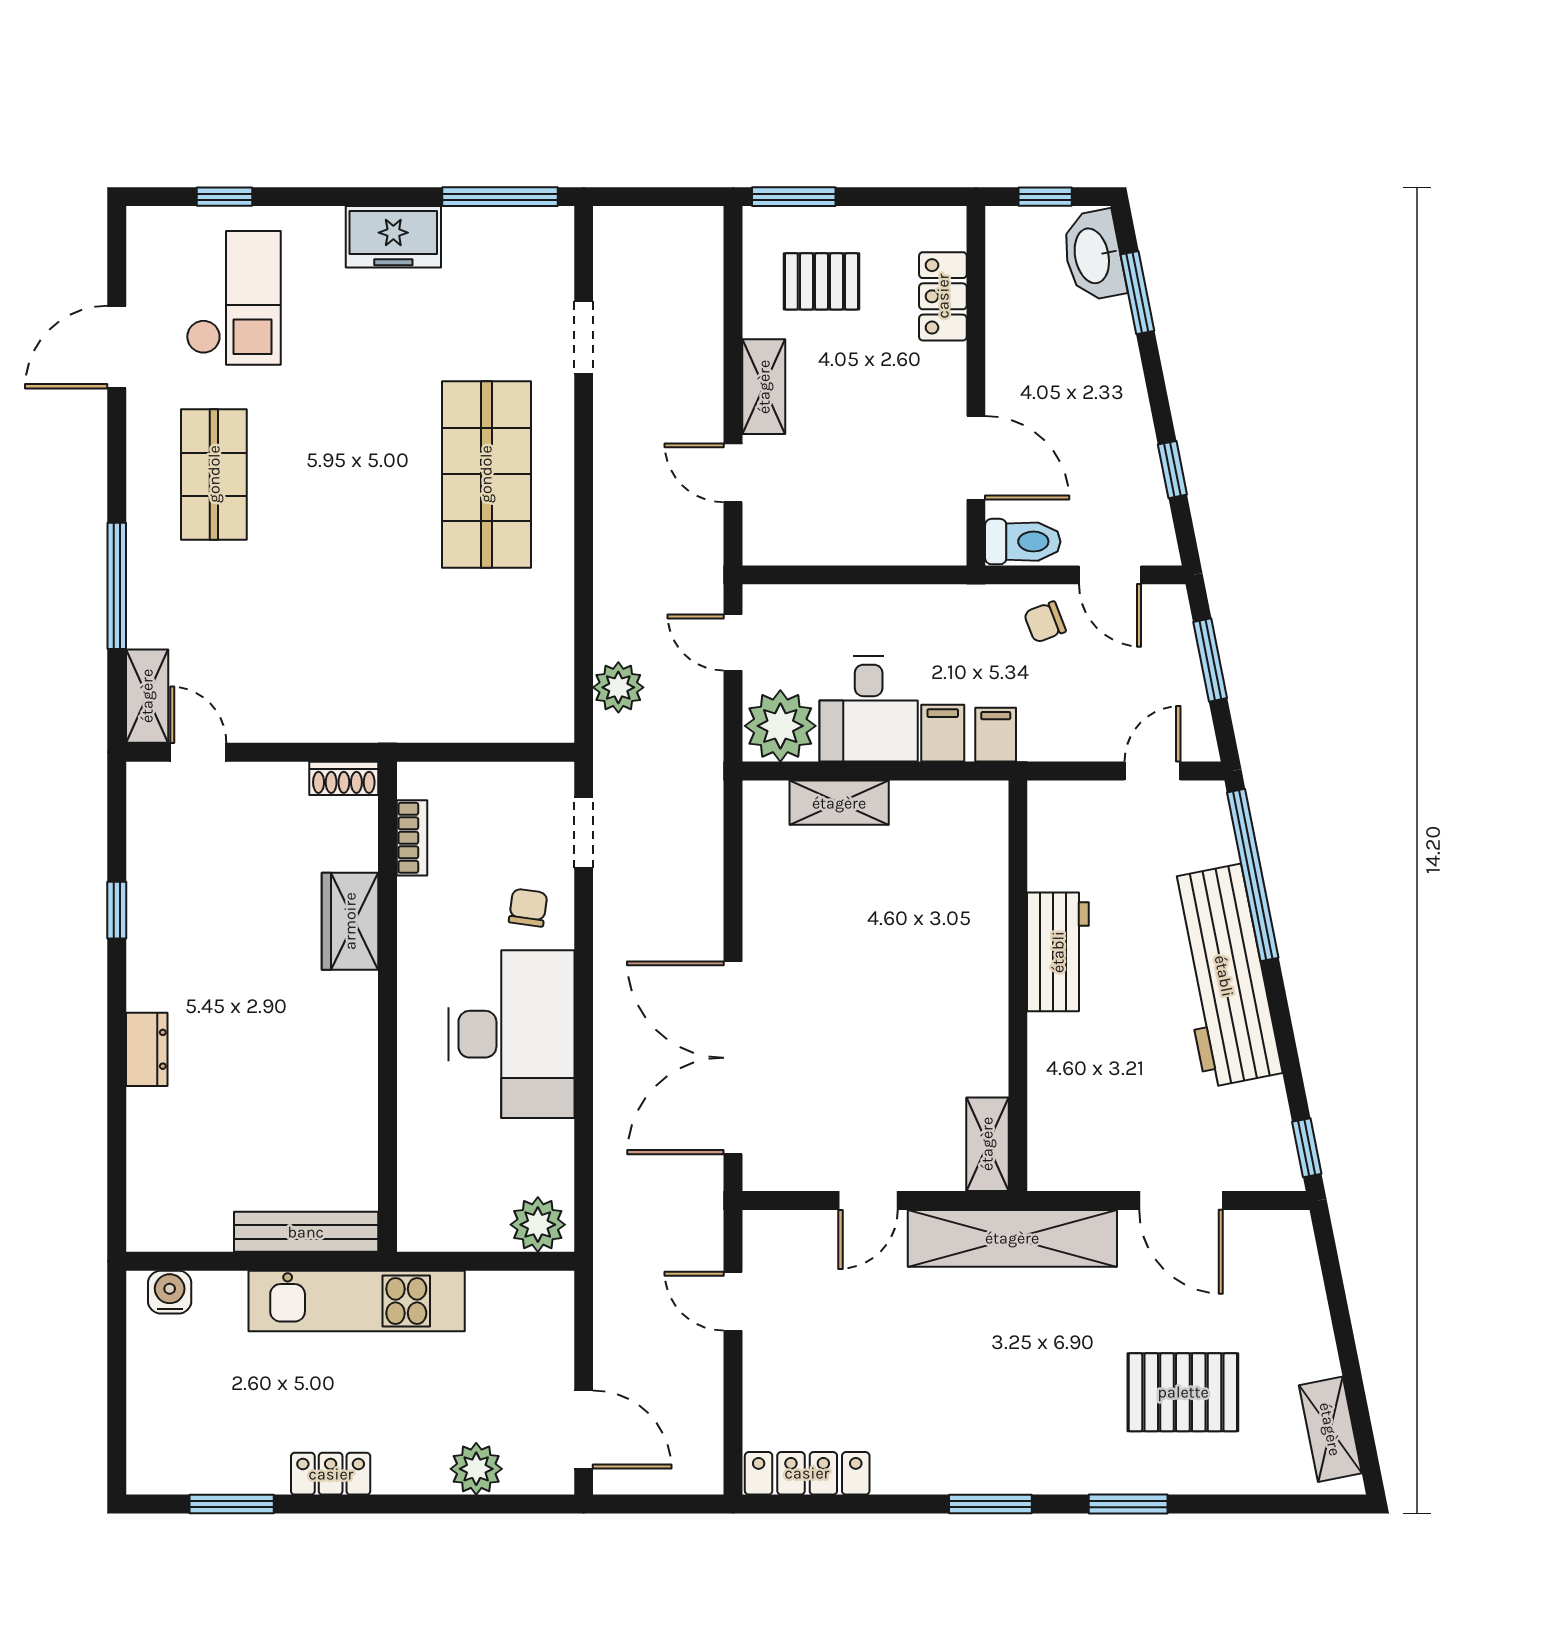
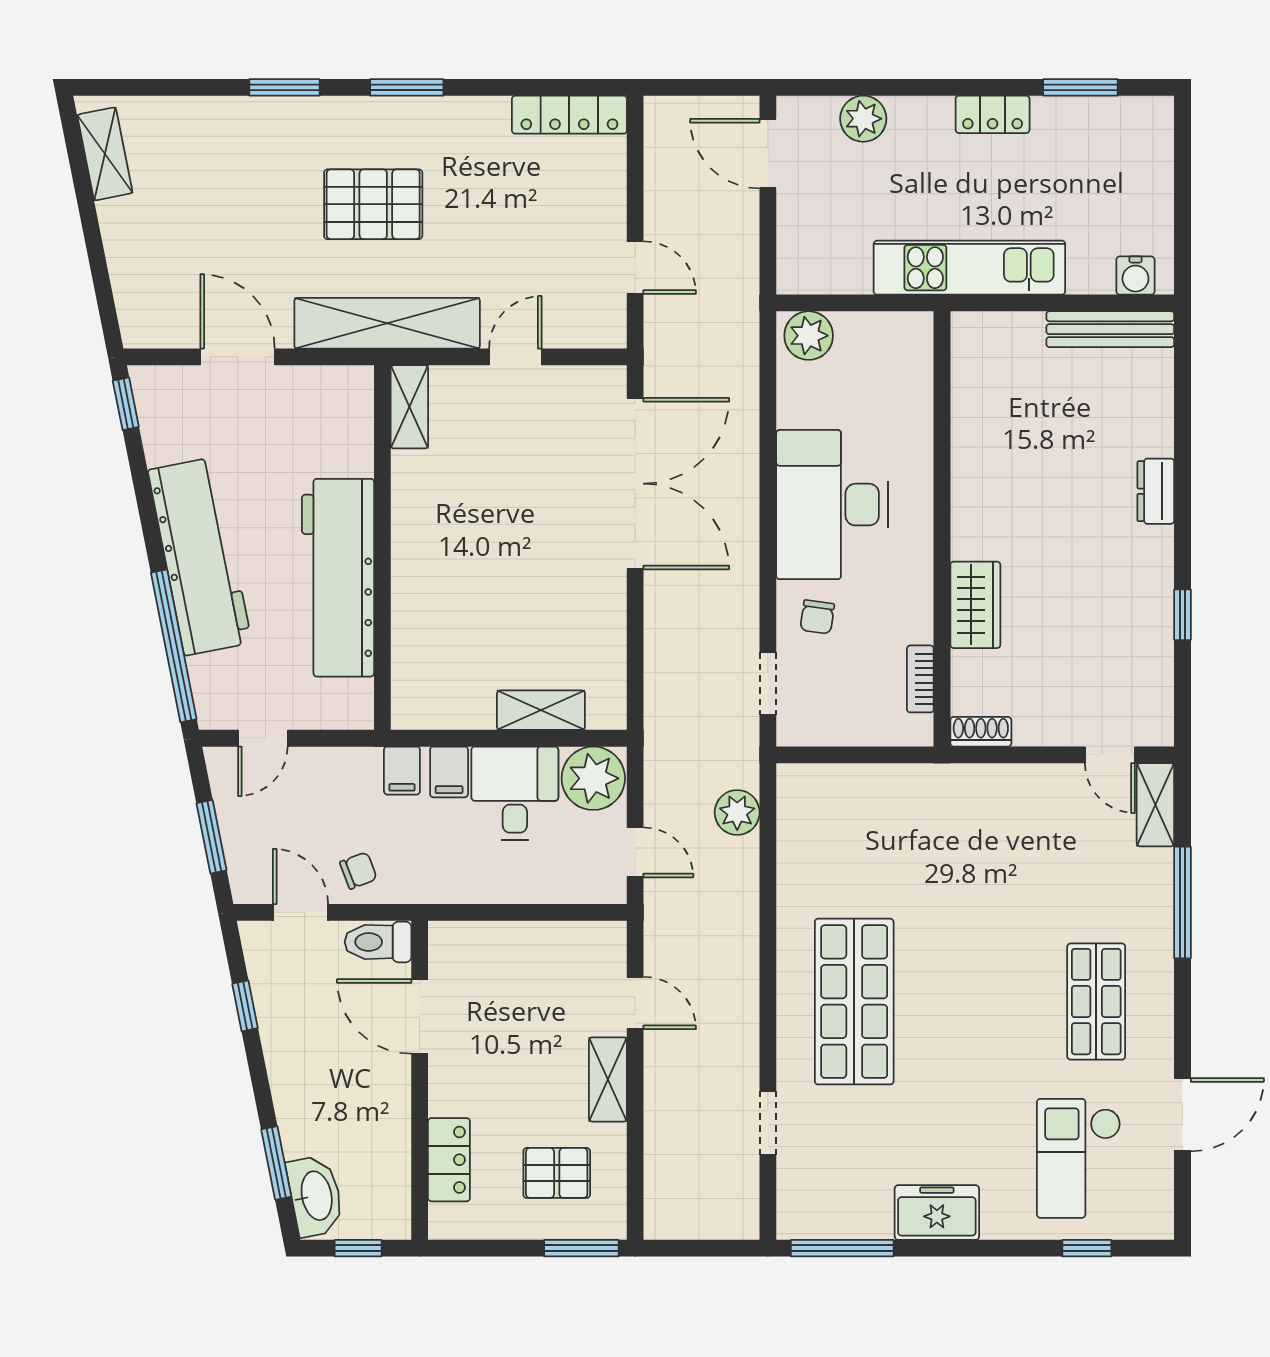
workbench: (1058, 952) -> (338, 578), width x1.88, depth x1.32
bench: (306, 1232) -> (1110, 329), moved
pallet: (1183, 1392) -> (373, 204), moved

